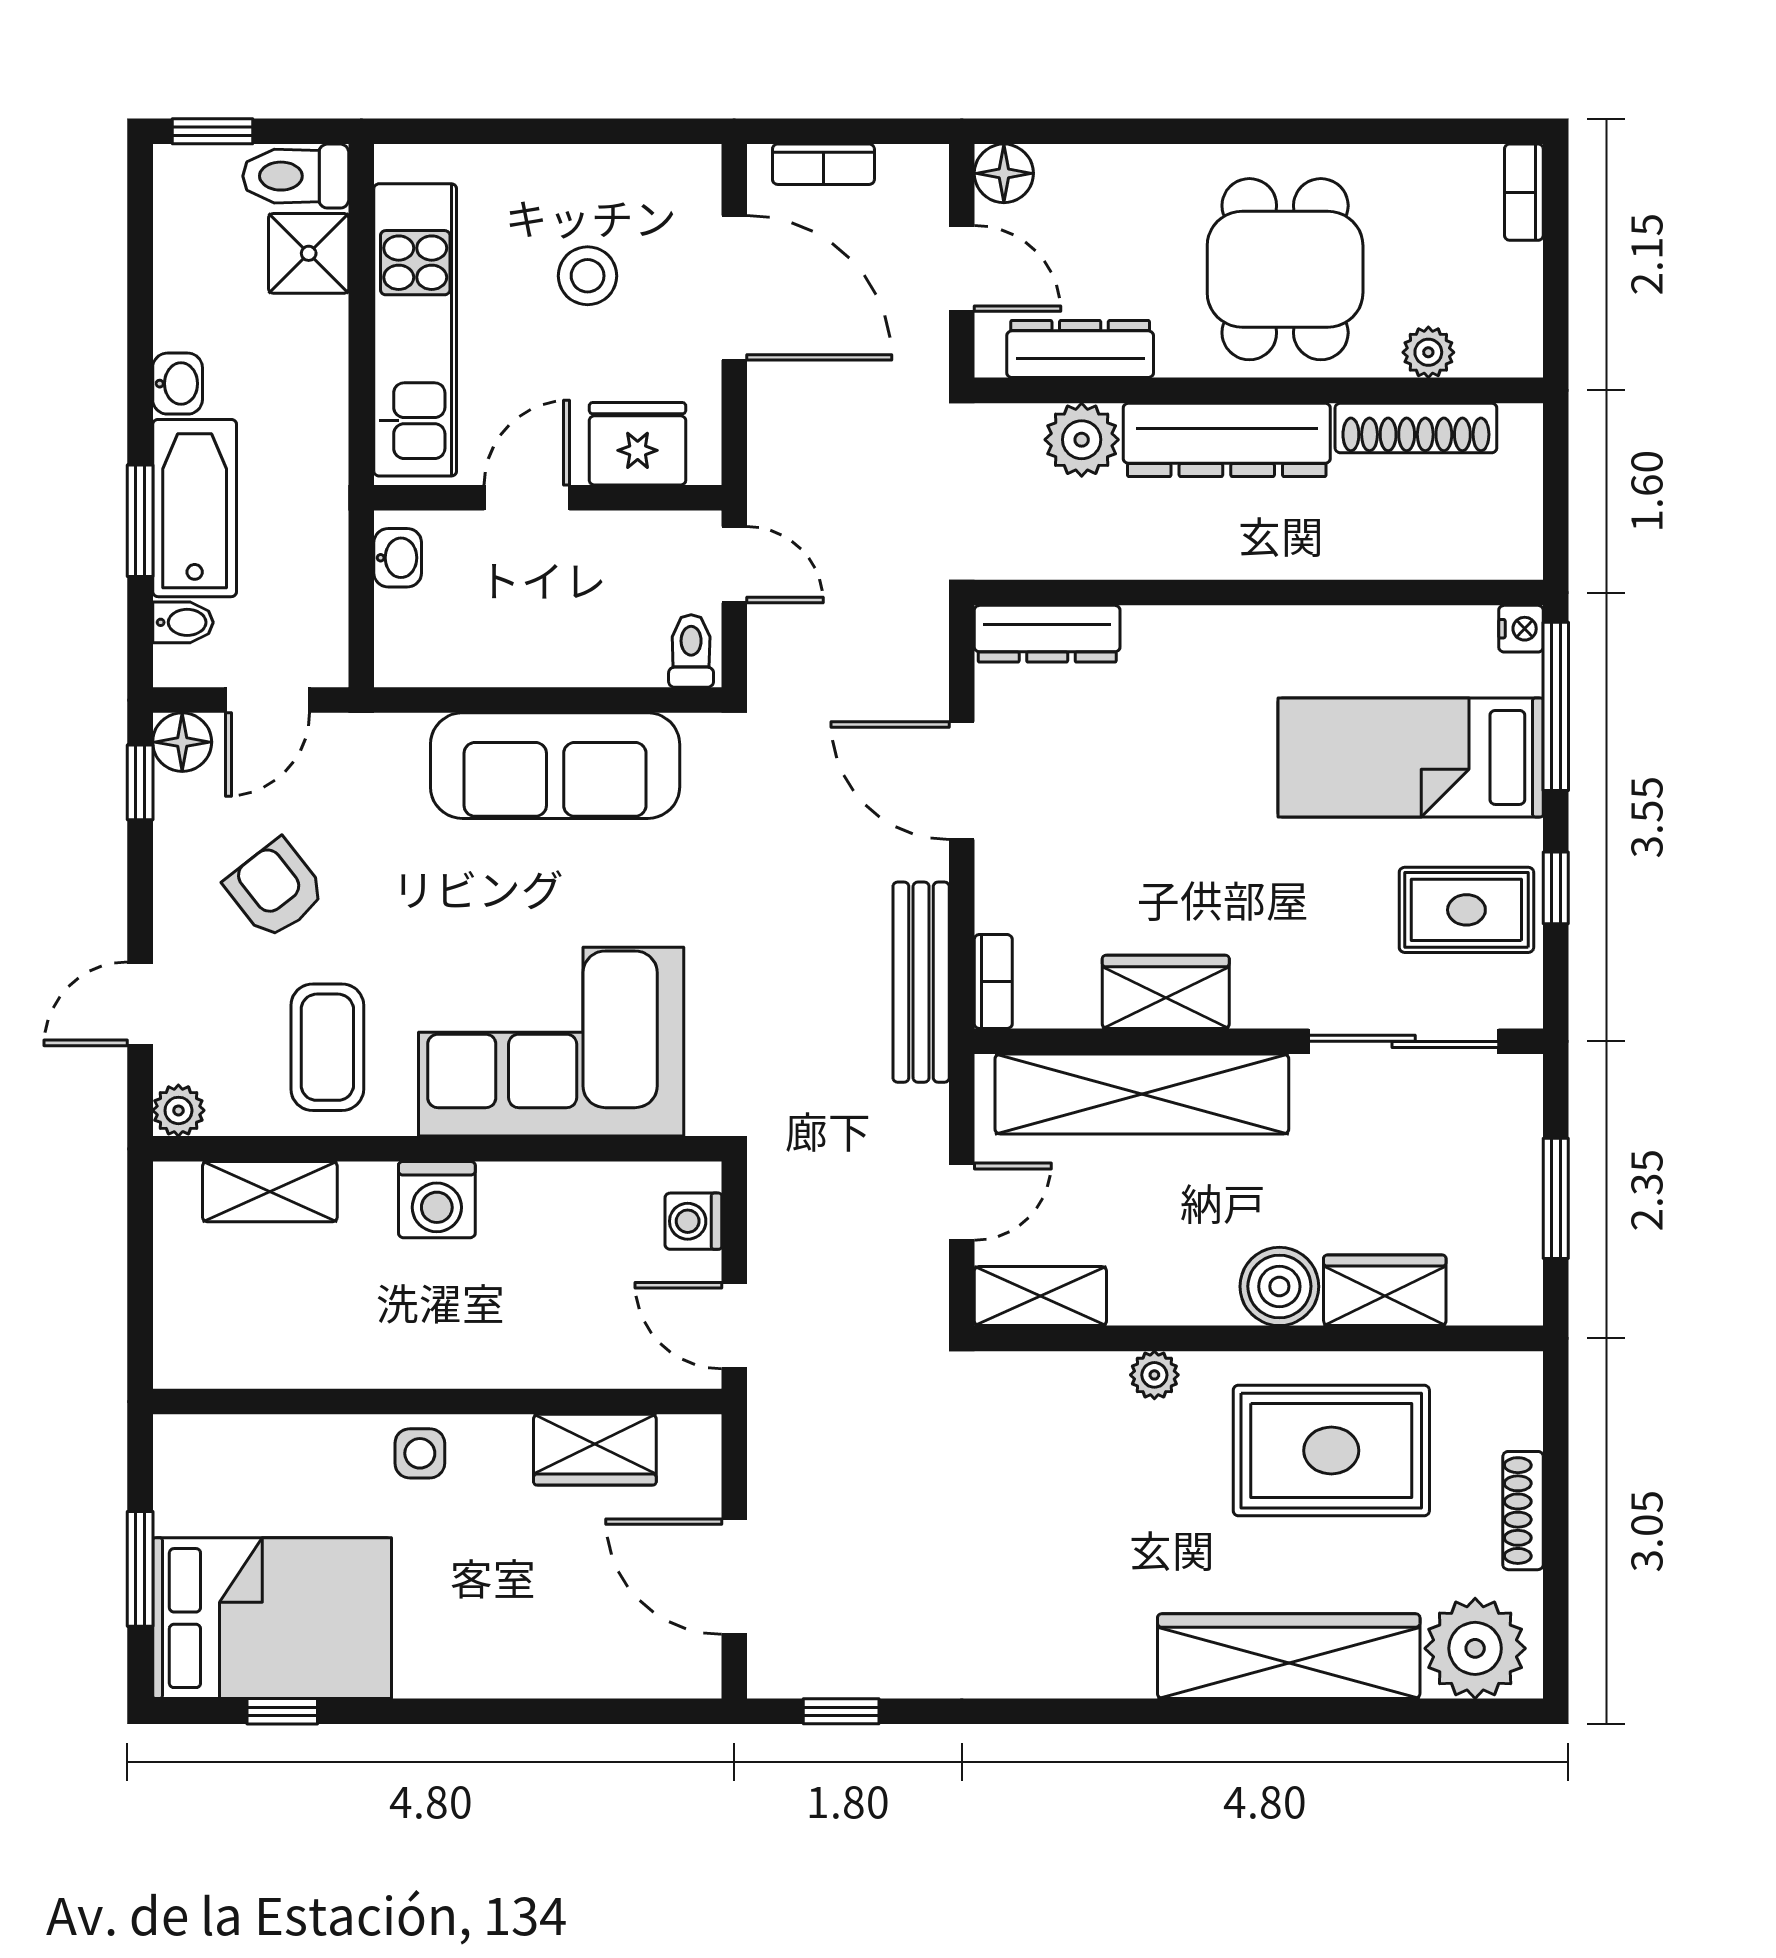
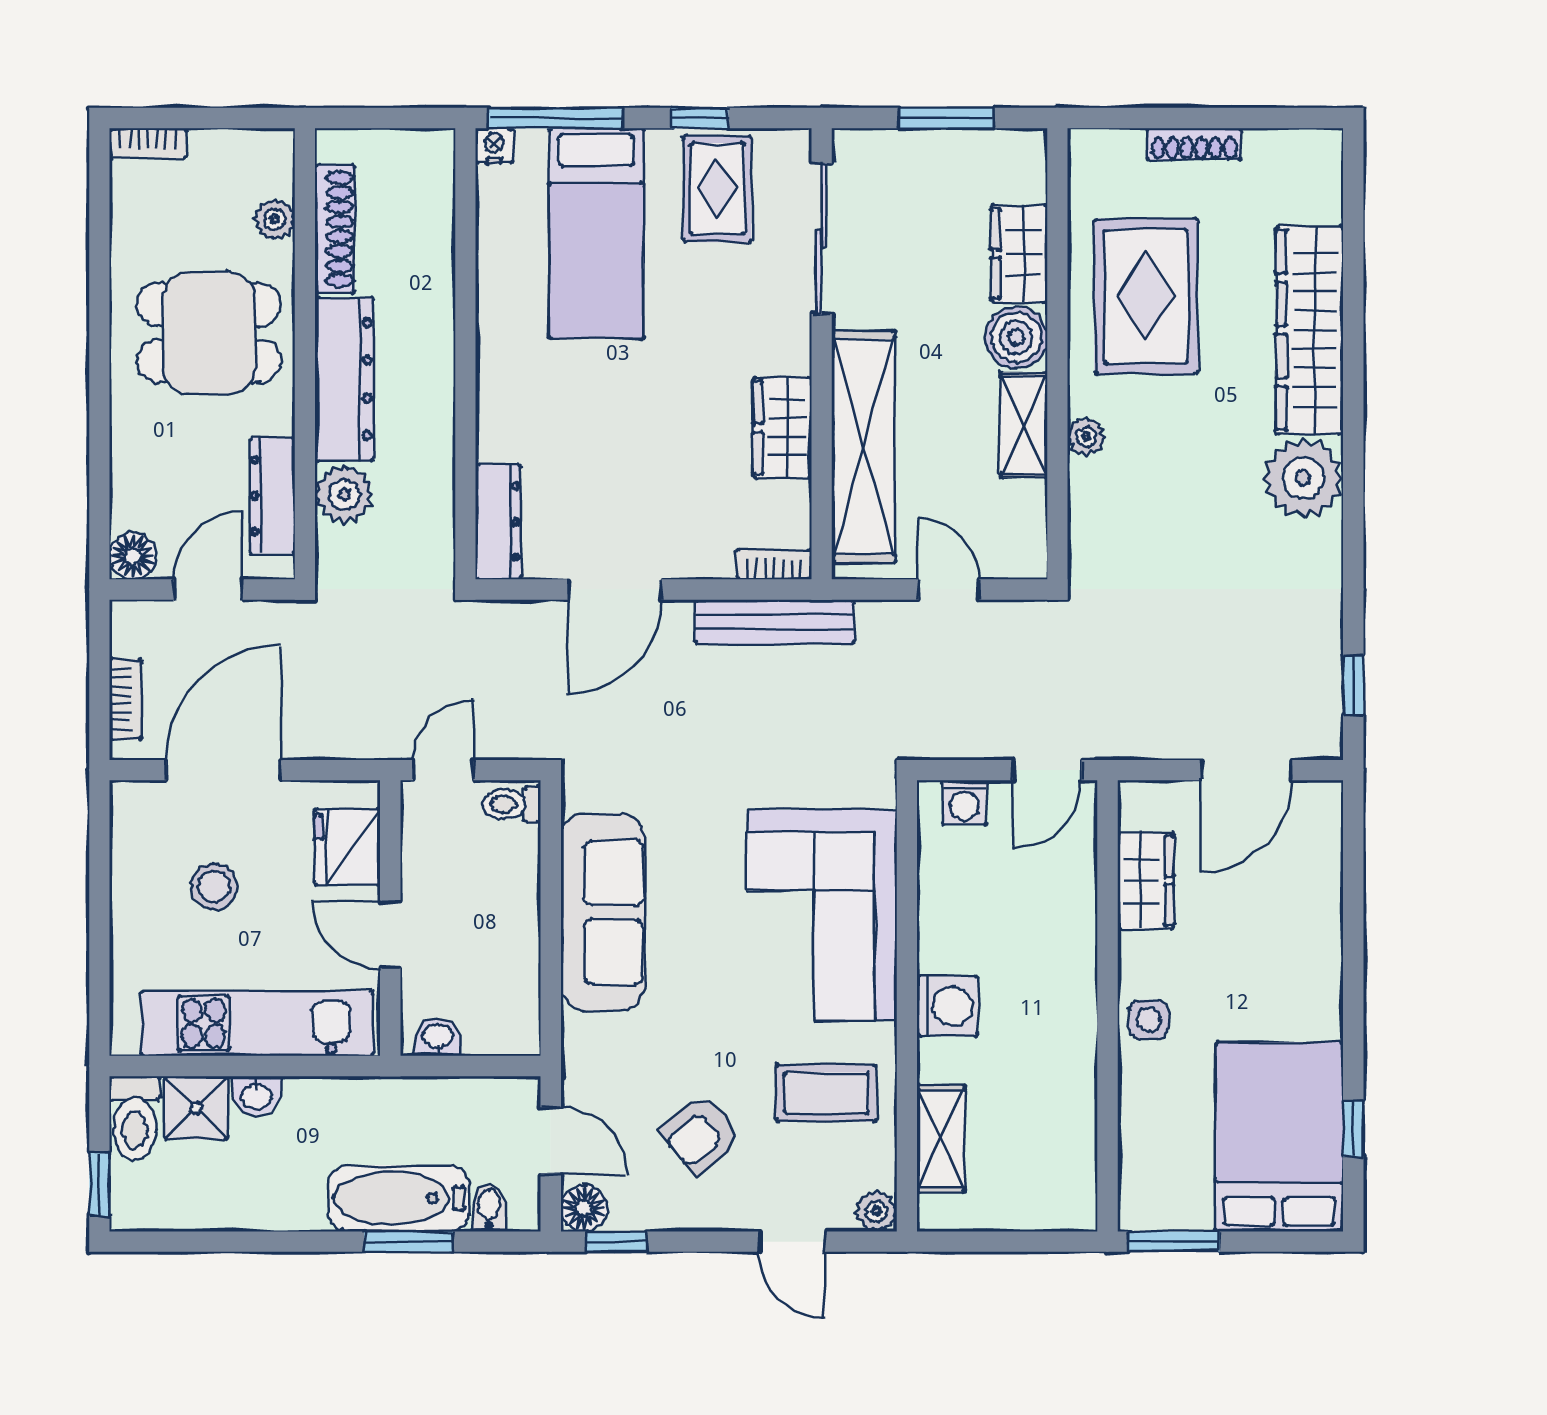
washbasin: (178, 384) -> (256, 1096), moved, turned 180
shelving: (1040, 1296) -> (1024, 425), moved
window: (140, 1569) -> (1174, 1242), moved
plant: (1475, 1648) -> (1303, 478), moved

